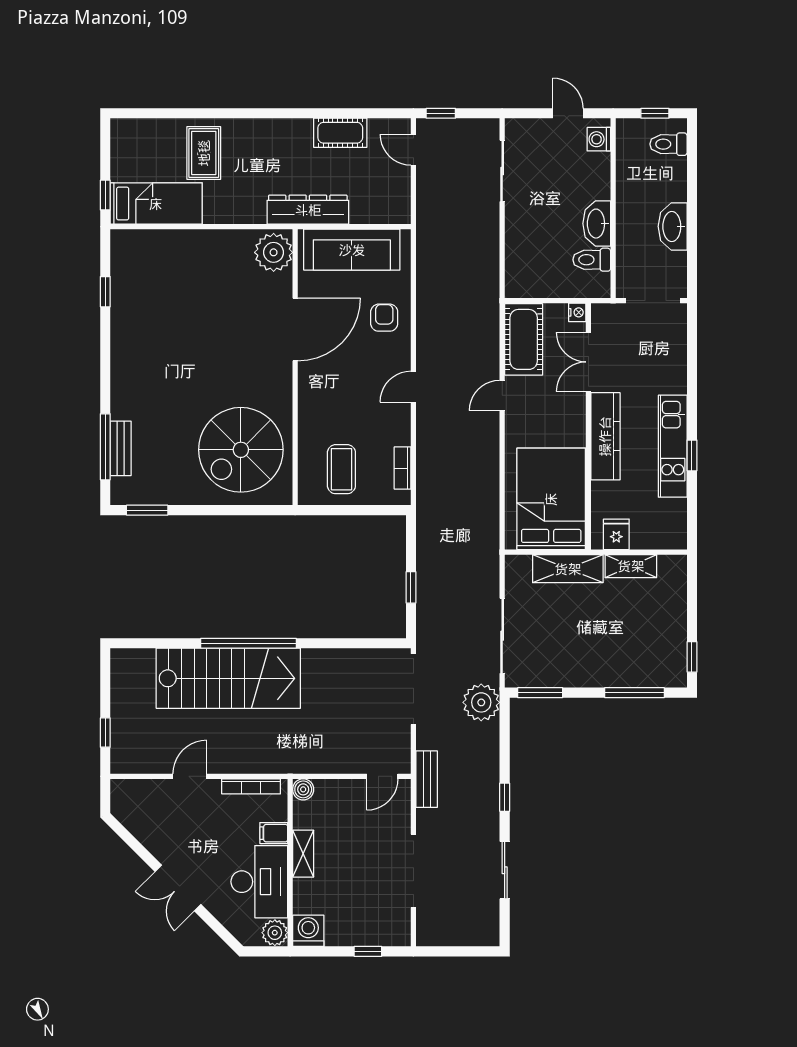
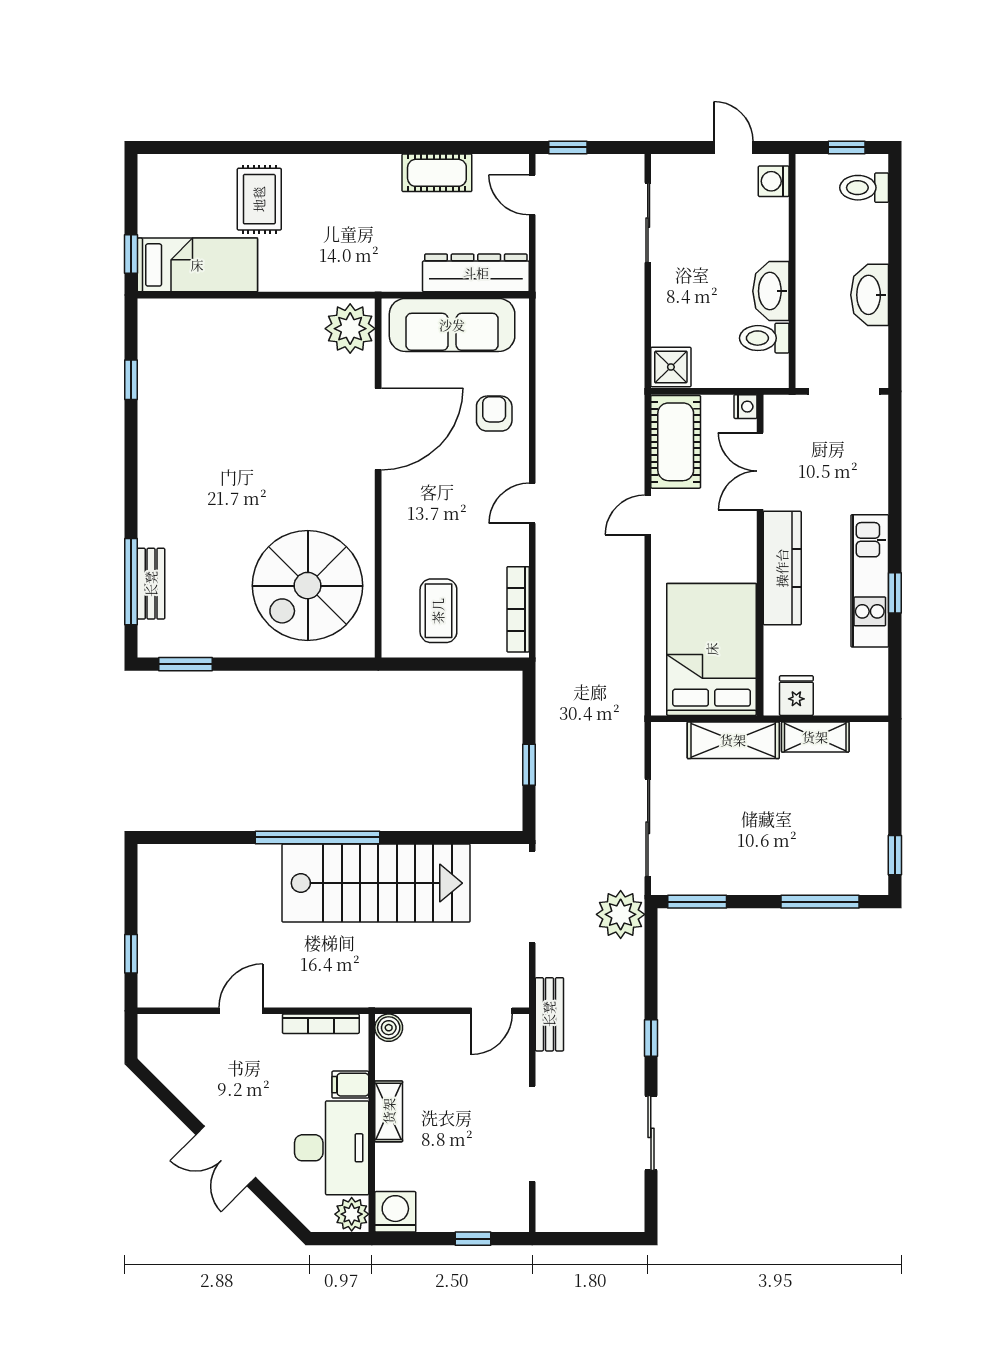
dresser: (308, 210) -> (476, 273), moved
shower: (520, 282) -> (671, 367), added
bookcase: (403, 468) -> (518, 609), width x1.56
stairs: (228, 678) -> (376, 883), moved

